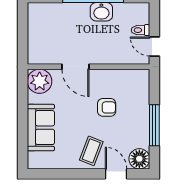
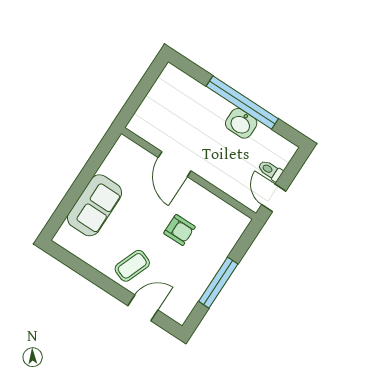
plant: (40, 81) -> (126, 155), removed
floor lamp: (139, 159) -> (178, 308), removed
door: (116, 174) -> (143, 308), hinge flipped

